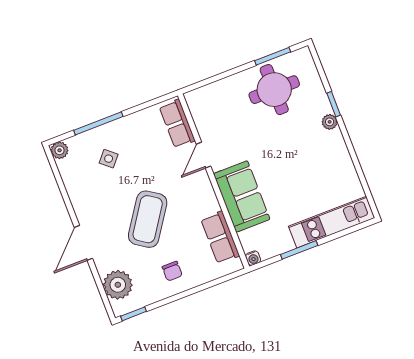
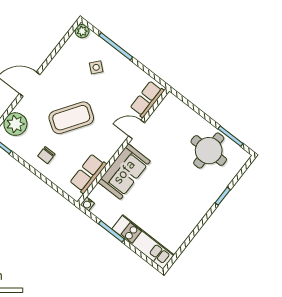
plant: (330, 122) -> (209, 201), removed

